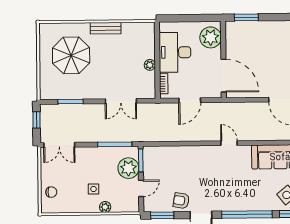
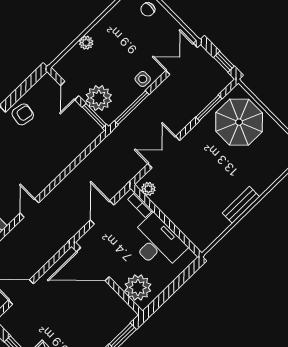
parasol: (71, 55) -> (239, 122), moved
plant: (150, 65) -> (148, 189), moved
door: (229, 143) -> (29, 208), swing flipped
side table: (93, 189) -> (143, 79), moved
window: (162, 215) -> (27, 85), removed

